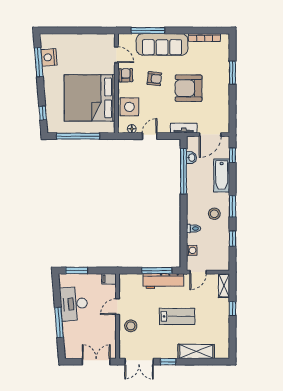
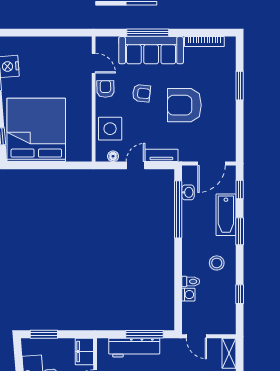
window: (148, 30) -> (148, 33), moved
bed: (90, 98) -> (36, 130), moved, turned 90
tv unit: (184, 128) -> (161, 155), moved
window: (78, 136) -> (46, 165), removed
window: (232, 206) -> (240, 231), moved
washing machine: (192, 250) -> (188, 295), moved
door: (198, 272) -> (196, 336), hinge flipped
filing cabinet: (109, 279) -> (84, 351), width x2.00
workbench: (163, 281) -> (134, 348), moved

